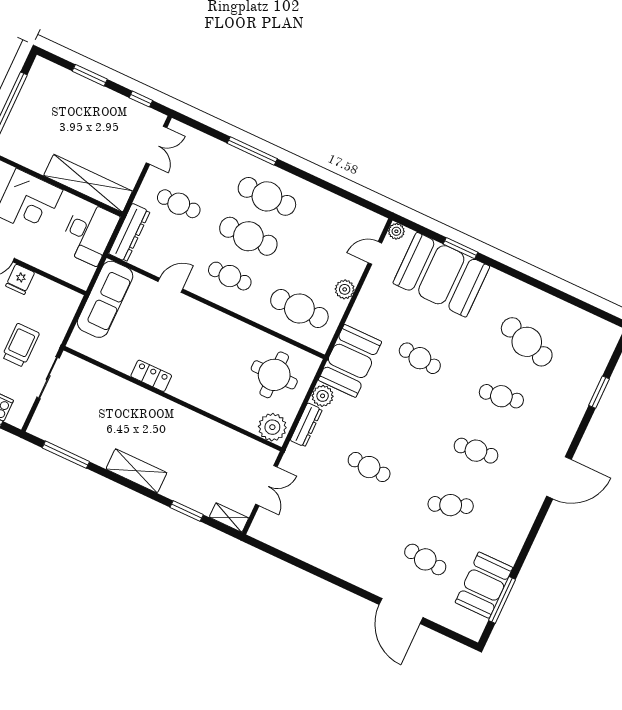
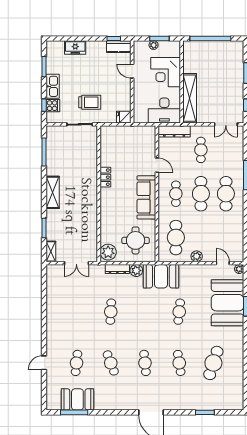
fridge: (20, 279) -> (124, 117), moved
sofa: (105, 299) -> (146, 197), moved, turned 90
door: (401, 611) -> (44, 363), width x0.53

